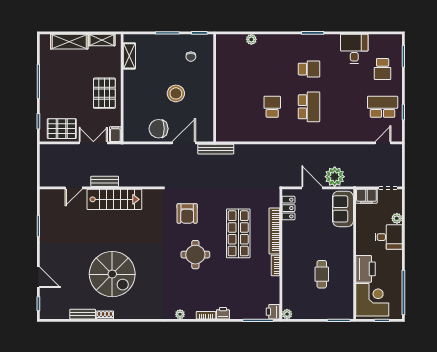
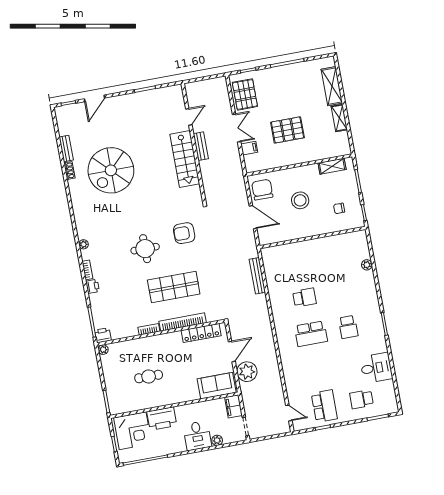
shelving: (129, 56) -> (332, 166), moved
wall: (122, 88) -> (299, 165), moved
bench: (216, 149) -> (257, 276), moved
door: (74, 188) -> (189, 117), swing flipped
locker: (288, 208) -> (201, 333), width x1.53

